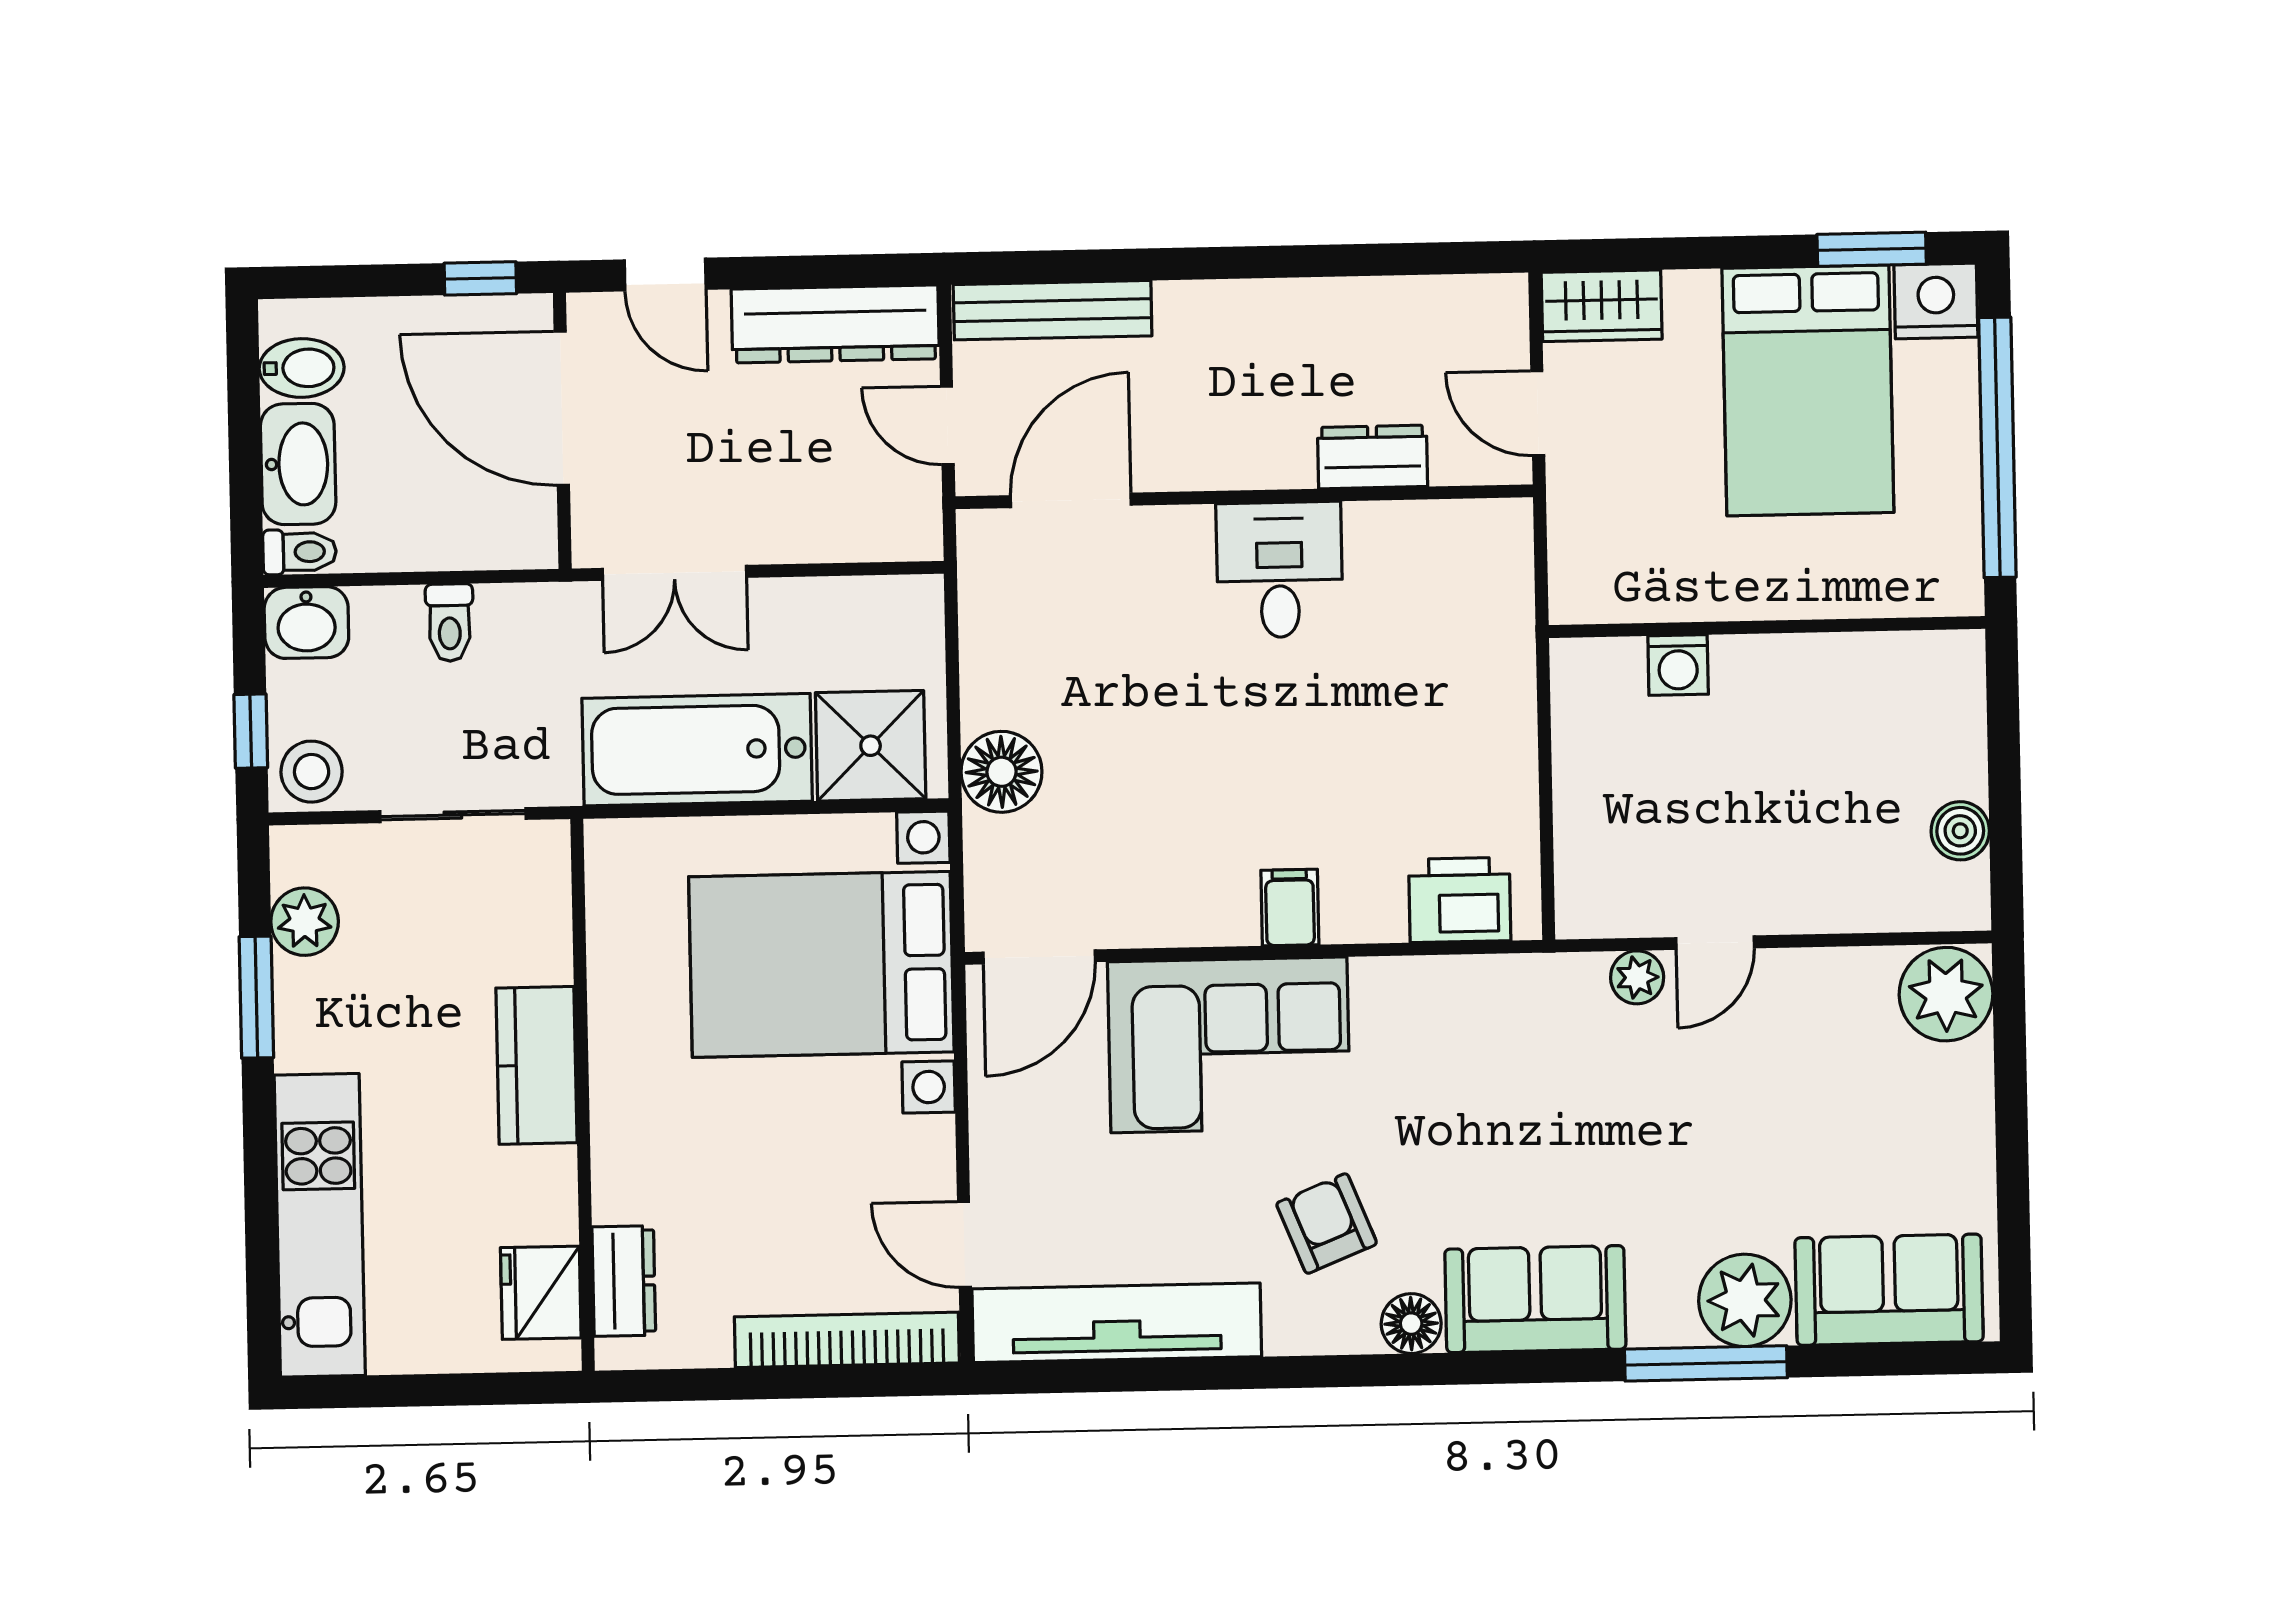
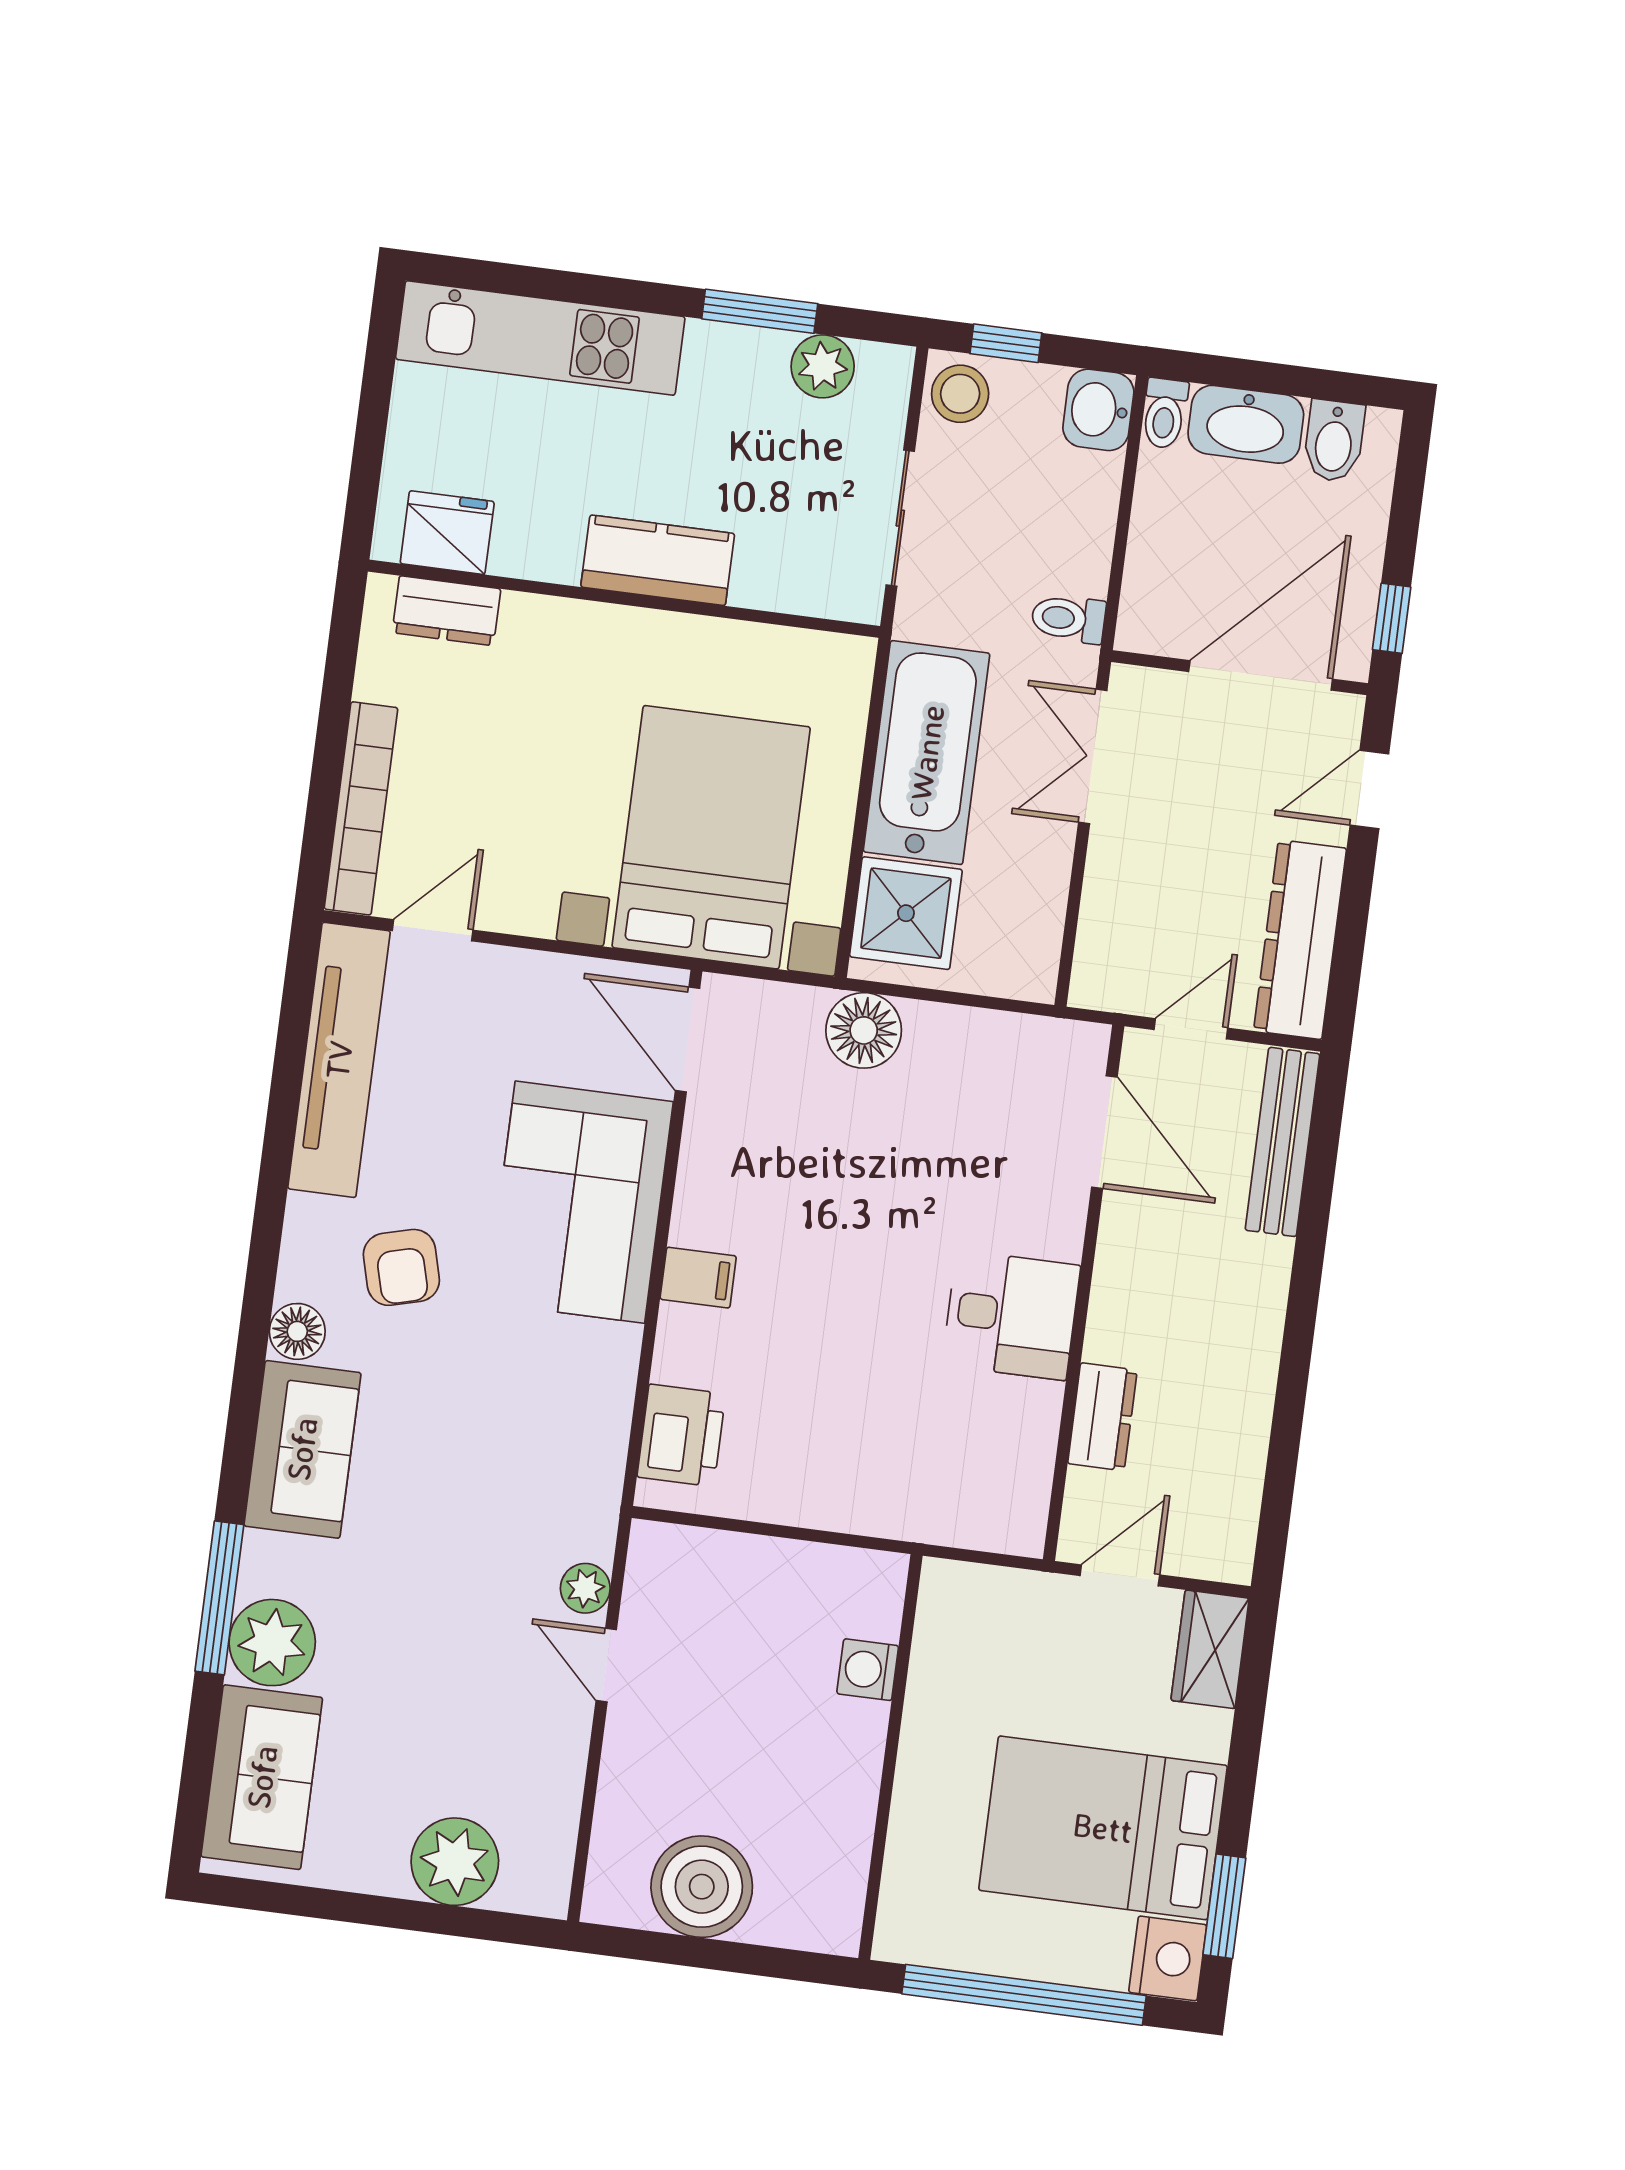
toilet: (450, 623) -> (1068, 619), moved
boiler: (1960, 831) -> (702, 1887), width x1.86, depth x1.86
plant: (1946, 994) -> (455, 1862), moved
armchair: (1327, 1224) -> (401, 1267), turned 97

